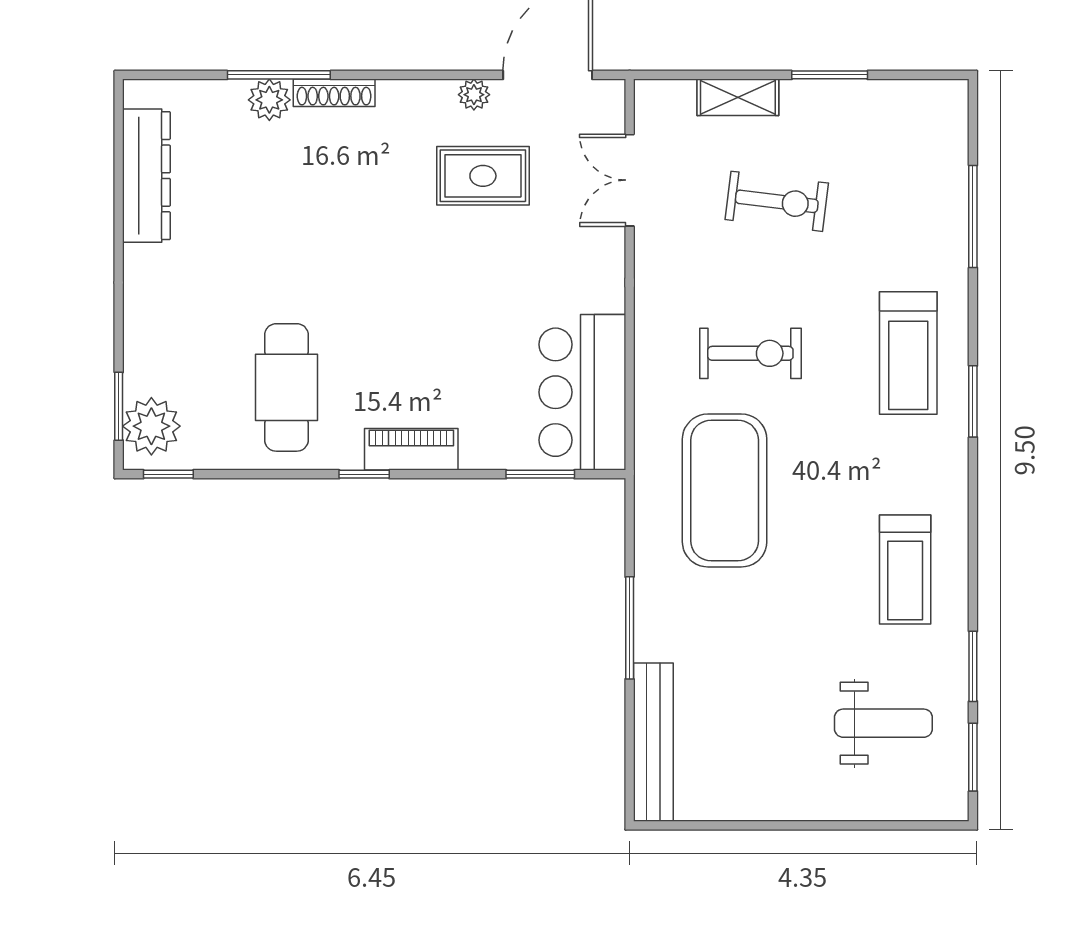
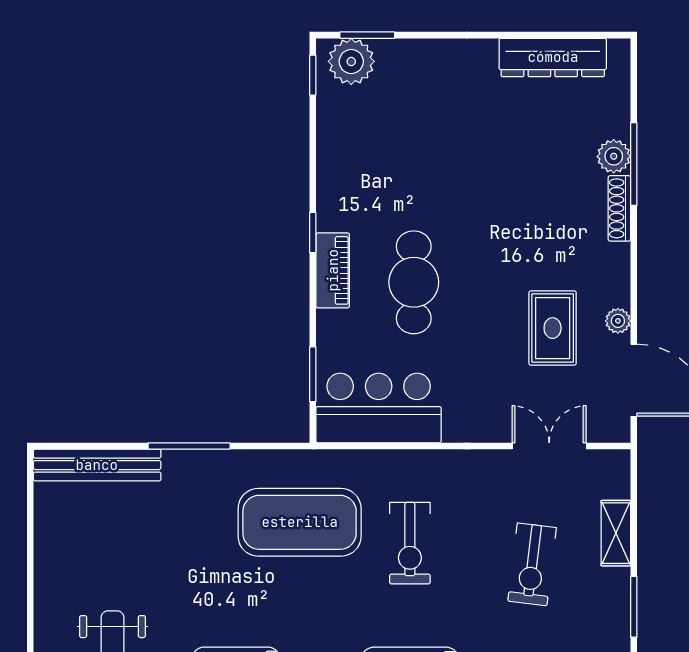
cafe table: (286, 387) -> (414, 282), moved, turned 90

